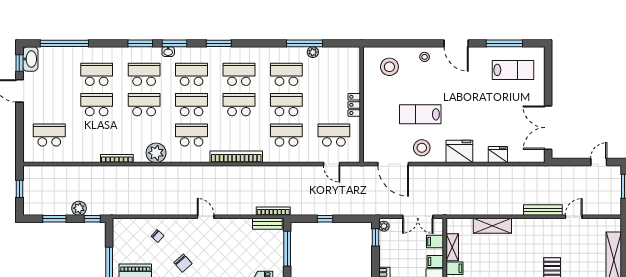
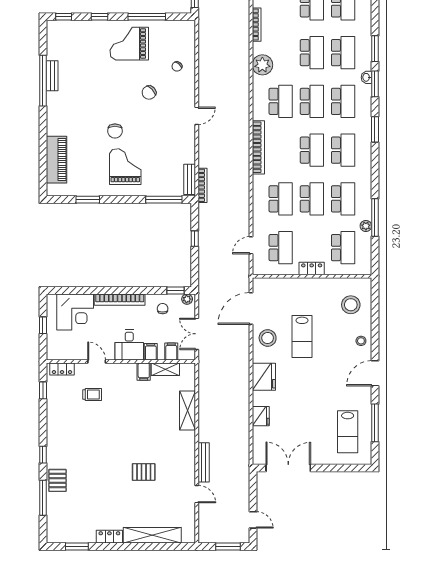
school desk: (334, 74) -> (343, 248), added
lab bench: (420, 114) -> (302, 336), turned 180
chair: (393, 250) -> (163, 309), added

